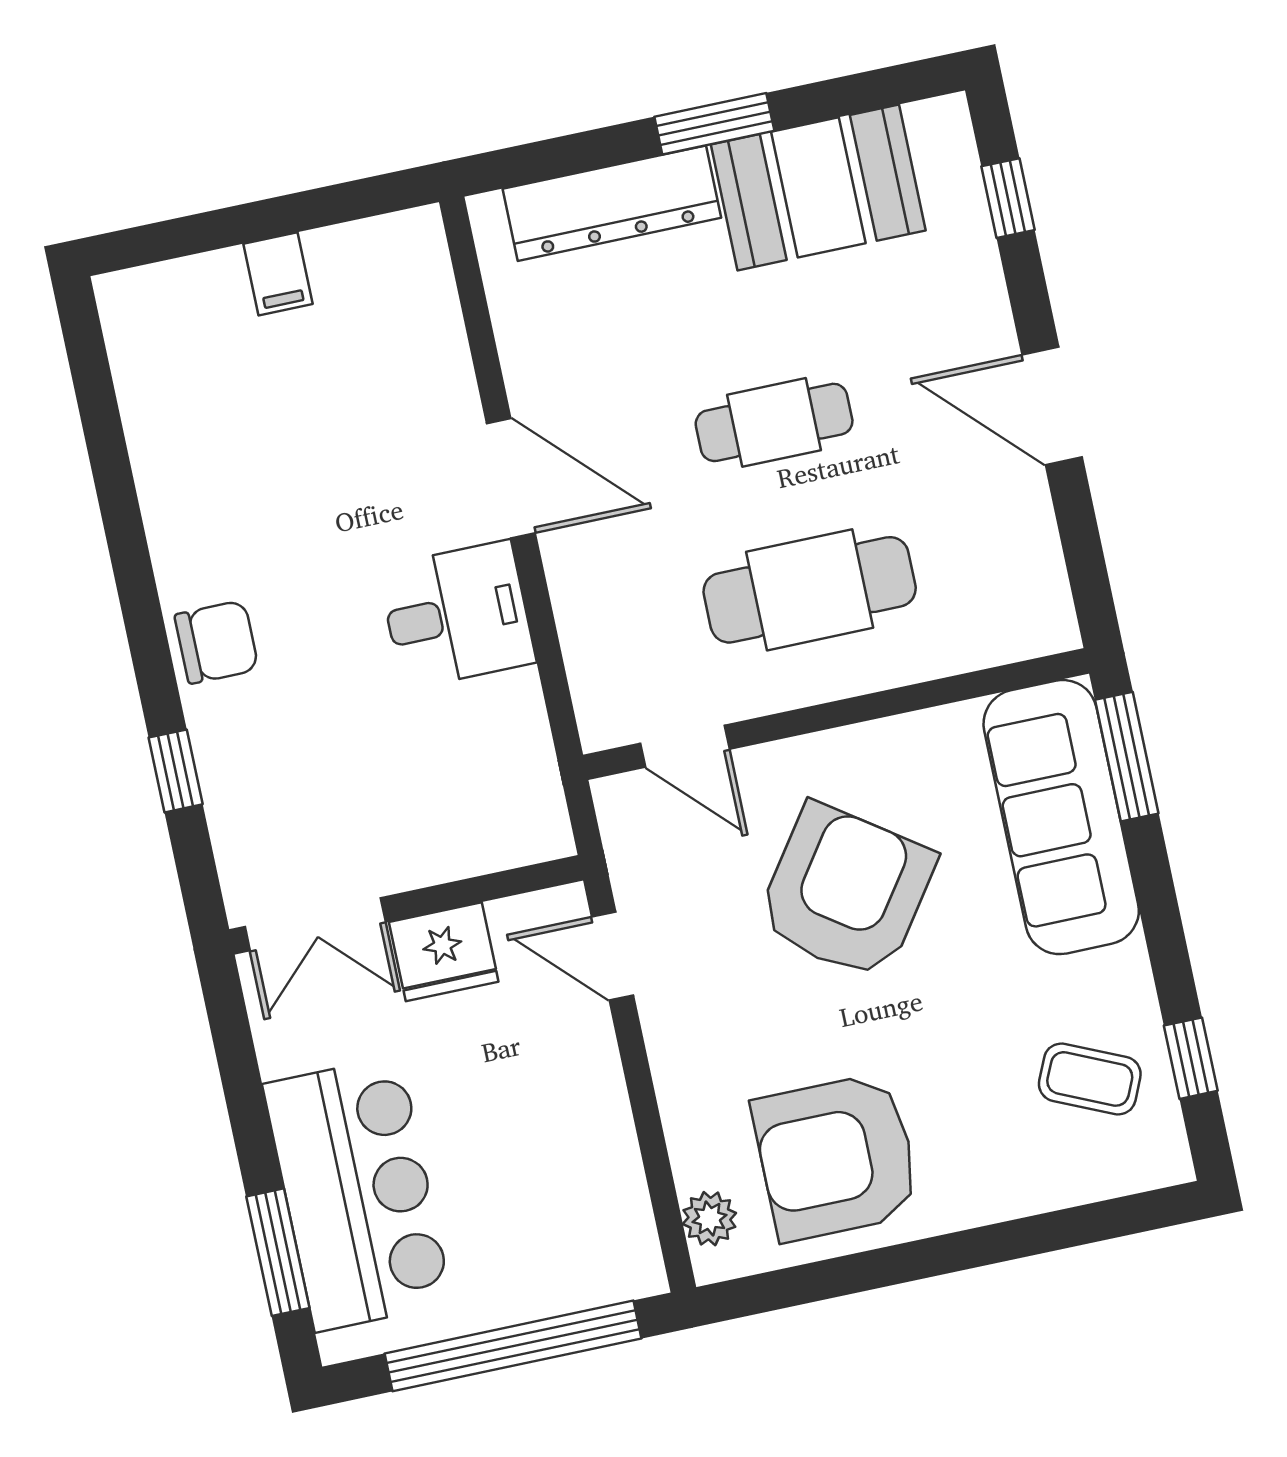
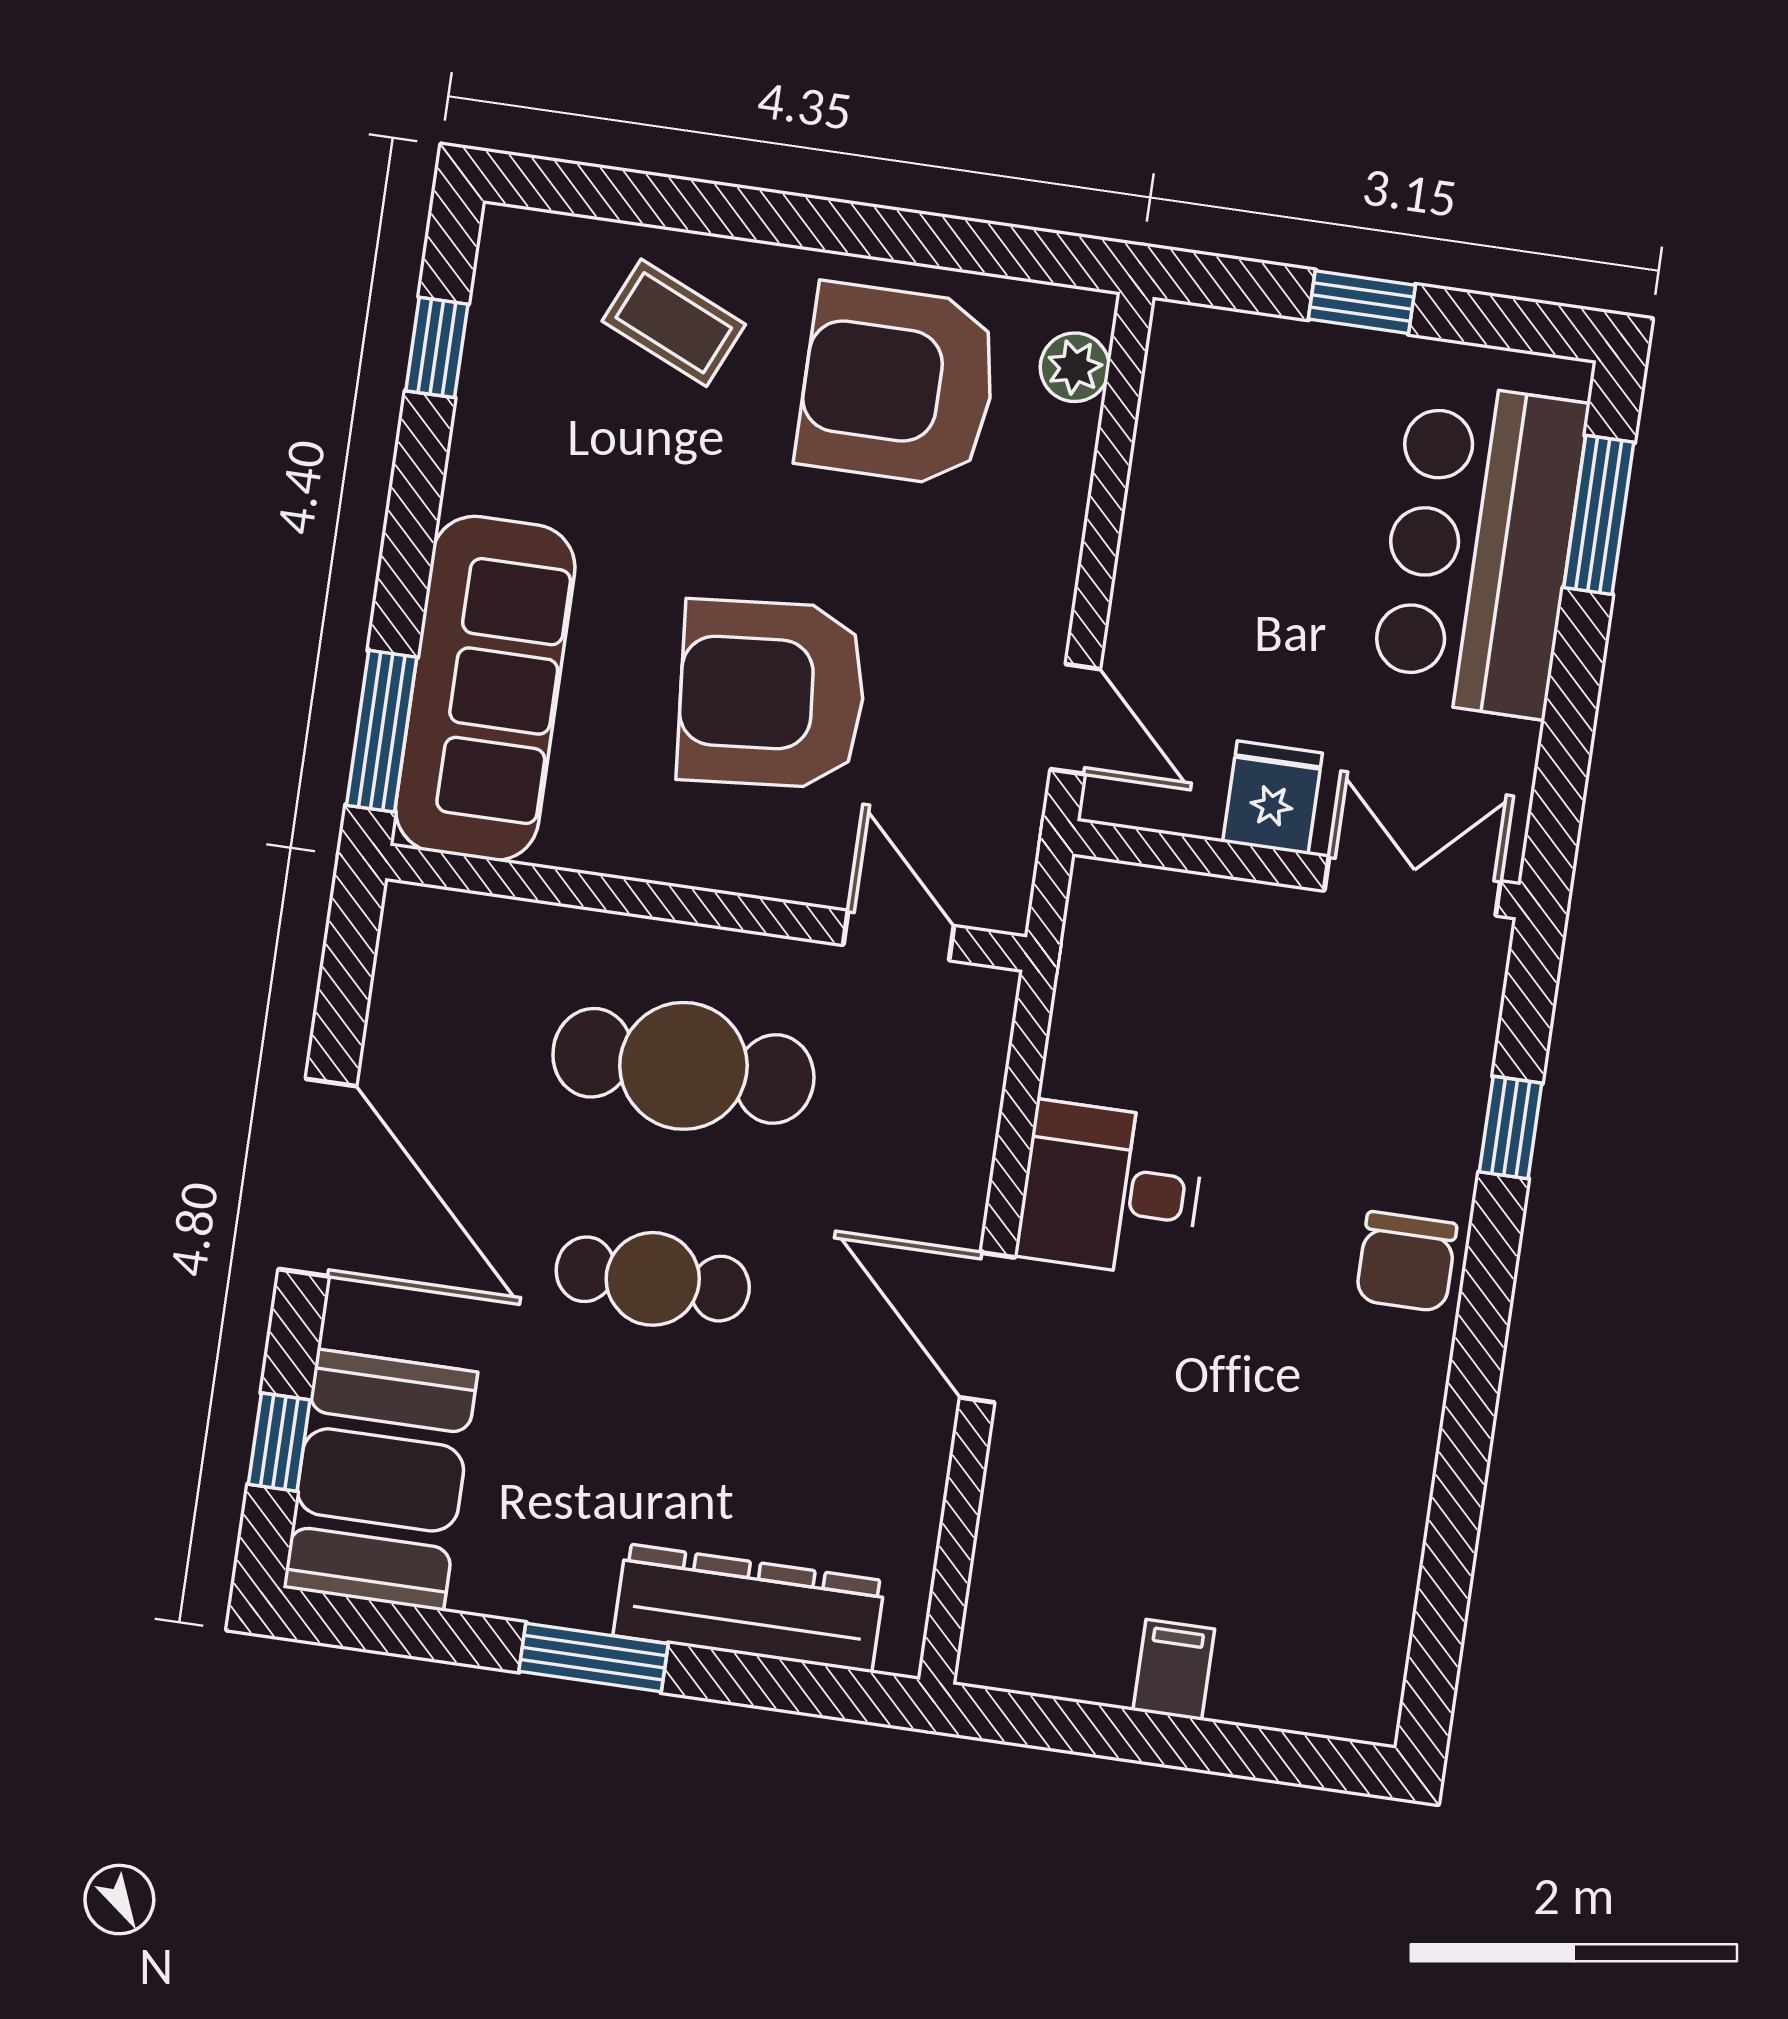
booth: (818, 187) -> (380, 1480), moved, turned 90
door: (1052, 406) -> (317, 1178), width x1.36
chair: (217, 642) -> (1406, 1262), turned -90
armchair: (846, 892) -> (772, 694), turned 50
fridge: (444, 952) -> (1273, 798), width x0.72
coffee table: (1090, 1079) -> (674, 323), moved
armchair: (836, 1157) -> (898, 385), turned 180
window: (513, 1346) -> (1362, 302), width x0.32

